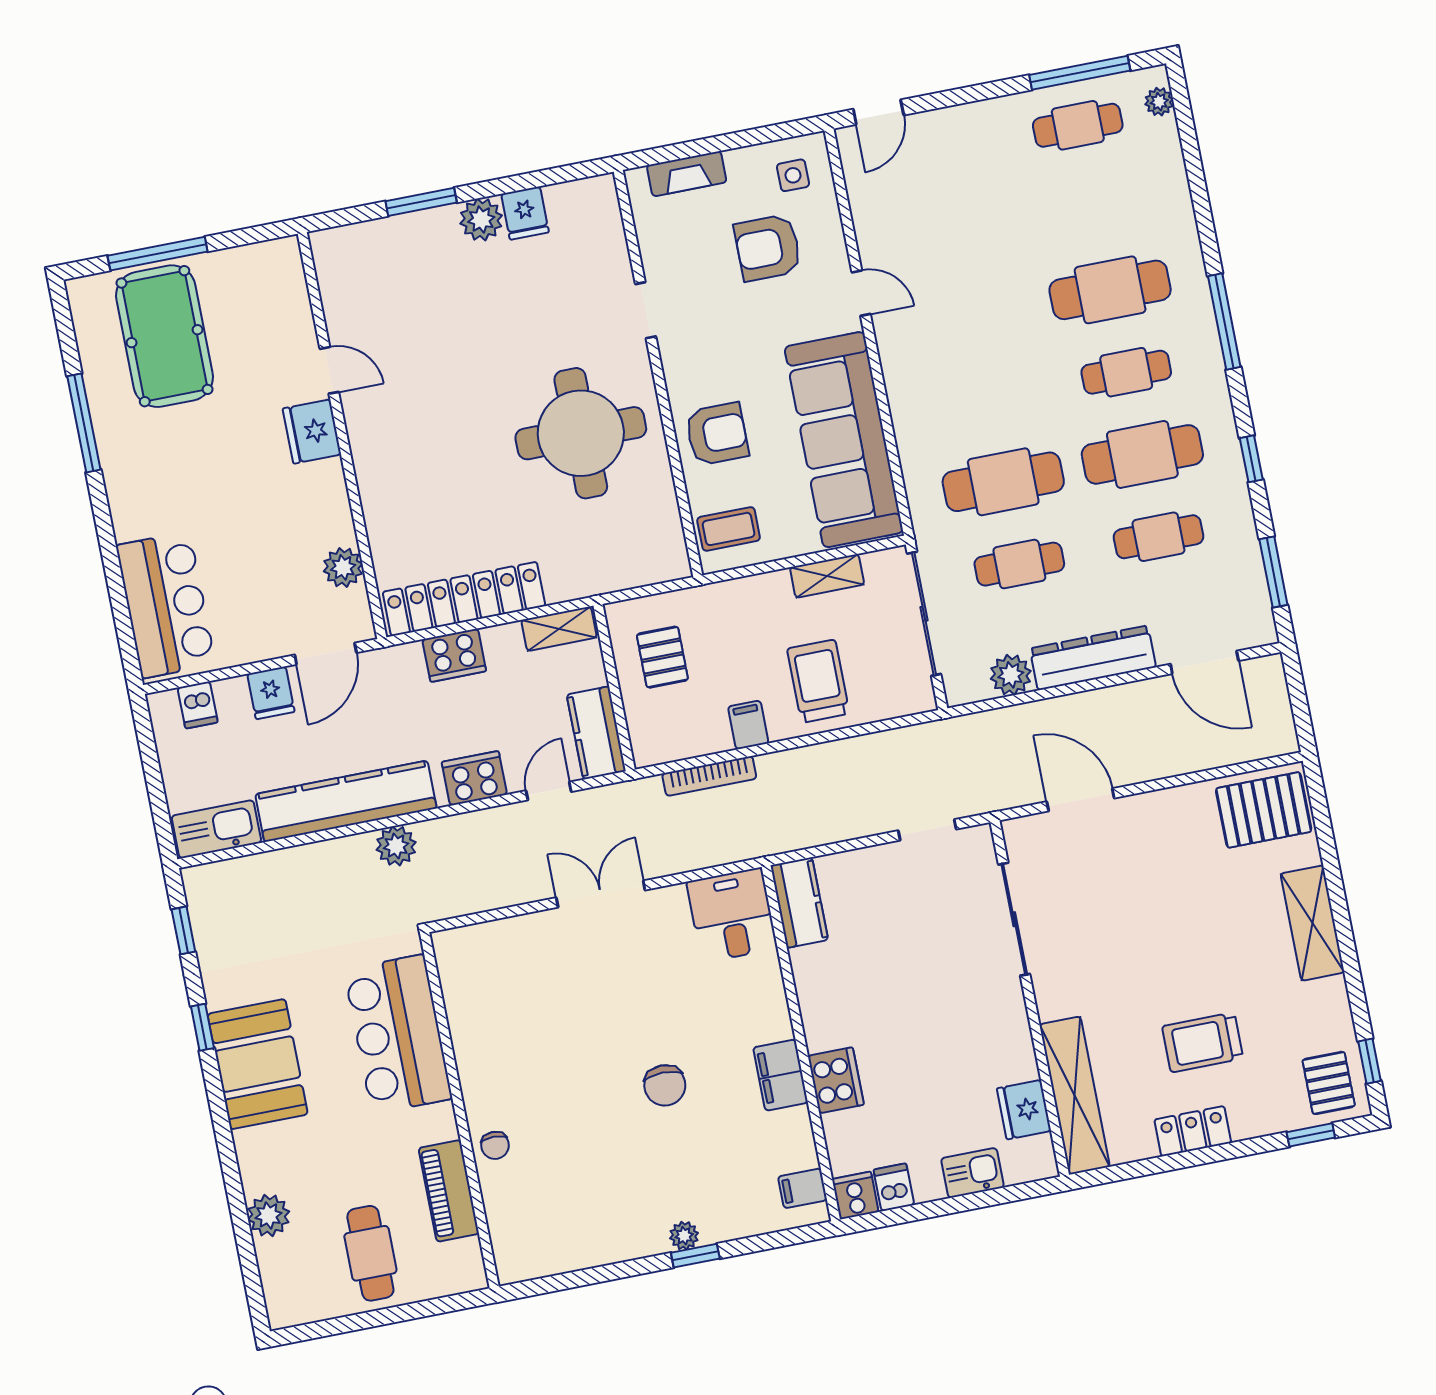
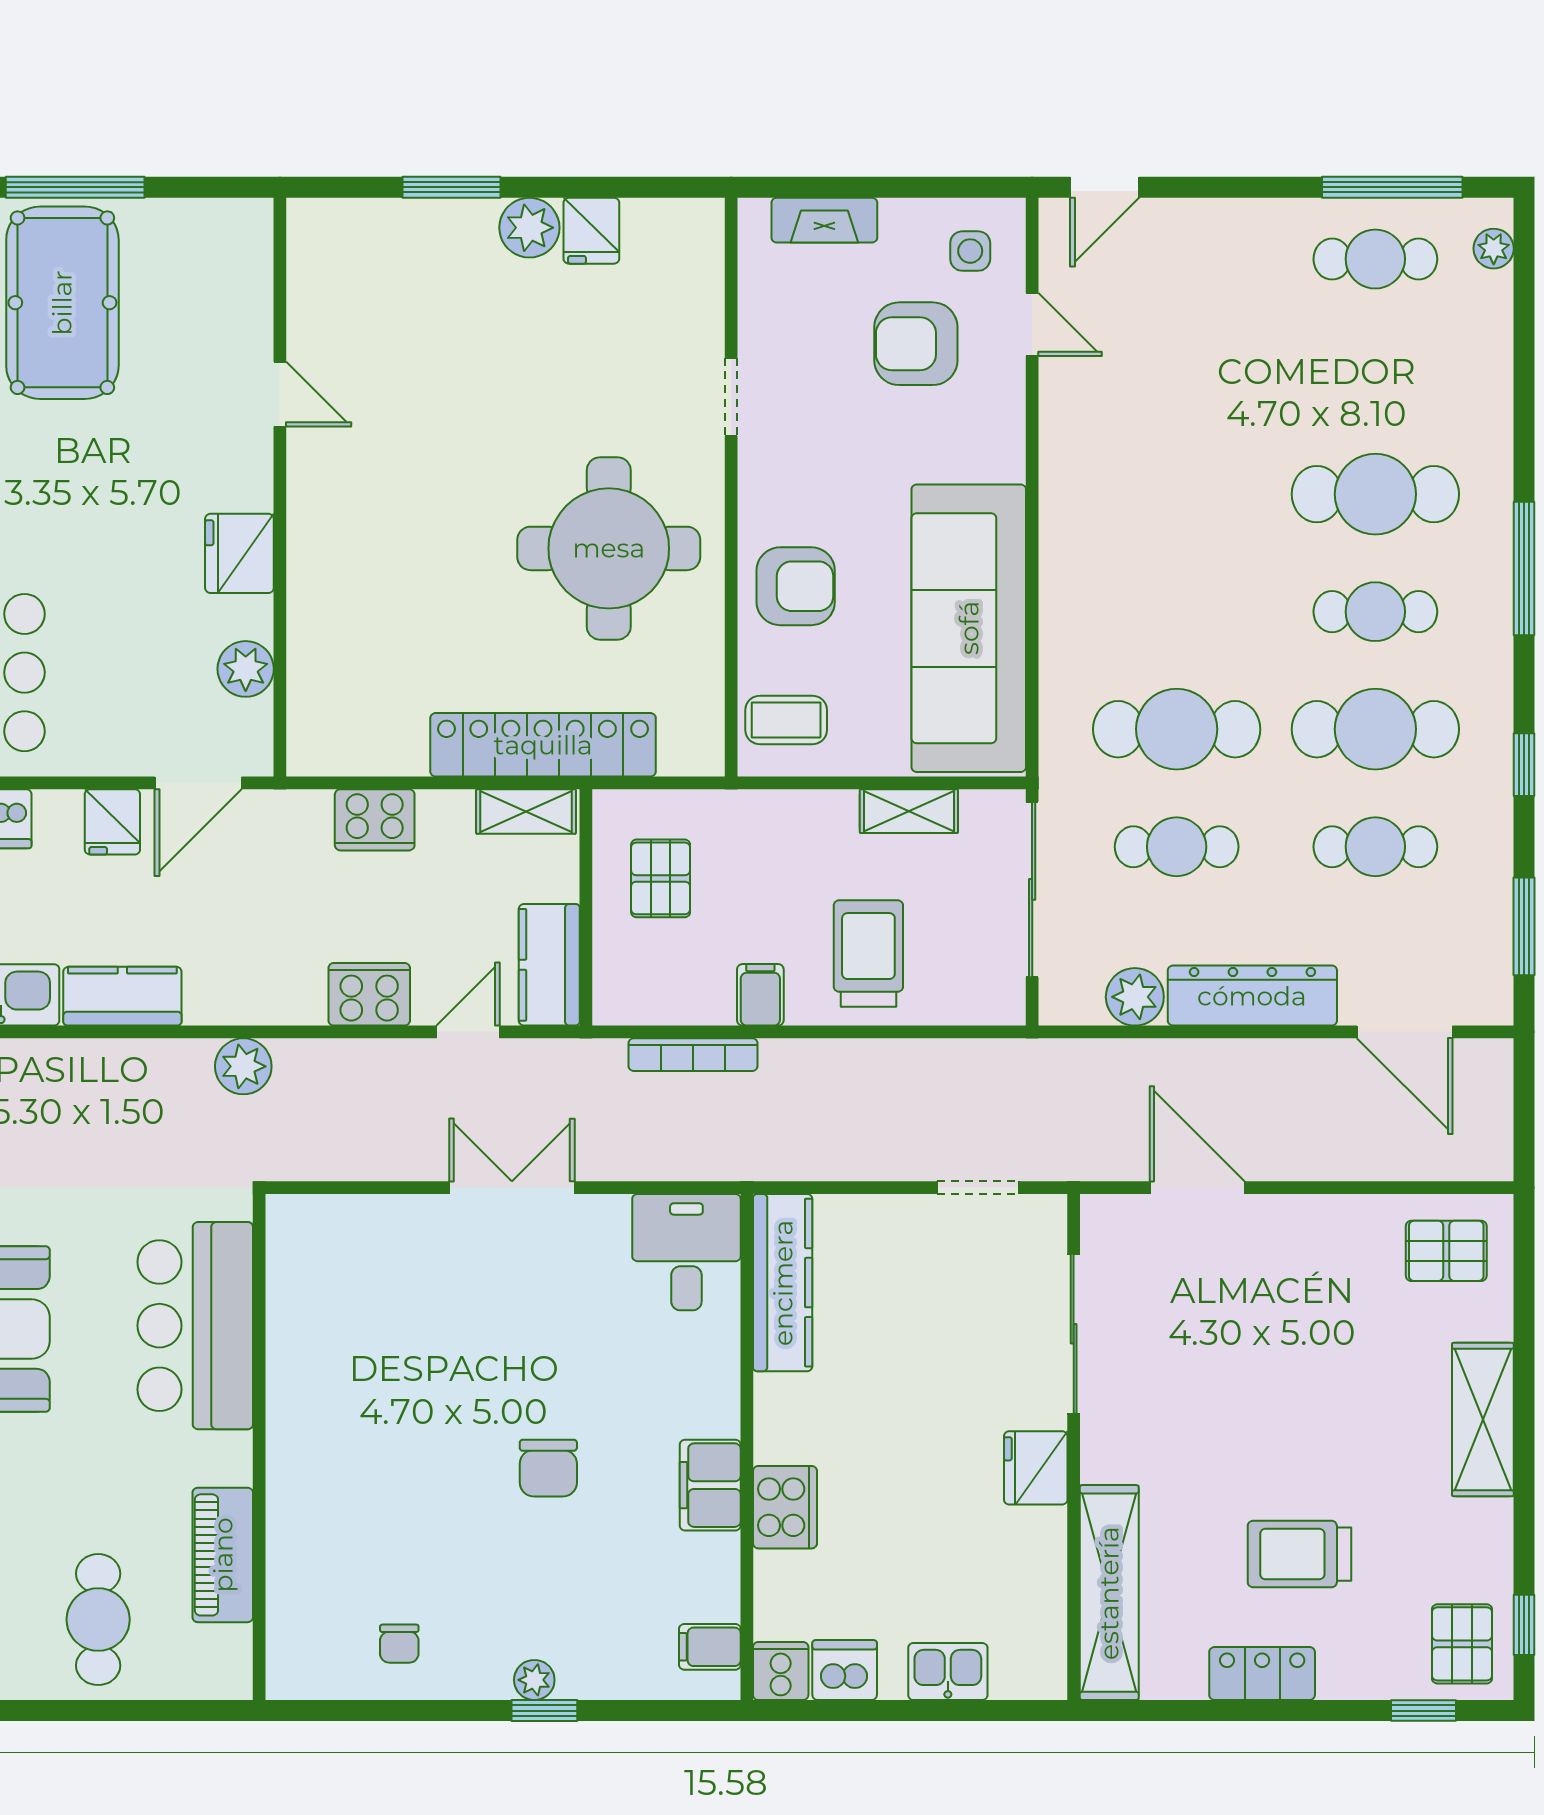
door: (861, 293) -> (1032, 325), moved
fridge: (312, 431) -> (239, 553), moved
locker: (464, 599) -> (543, 745), moved
kitchen counter: (346, 801) -> (122, 996), width x0.48, depth x0.86
pallet: (1264, 810) -> (1446, 1251), width x0.67, depth x0.71
kitchen counter: (799, 903) -> (783, 1283), width x1.50
fridge: (1024, 1110) -> (1036, 1468), moved
chair: (495, 1145) -> (399, 1644), moved
dishwasher: (894, 1187) -> (845, 1670), width x1.38

